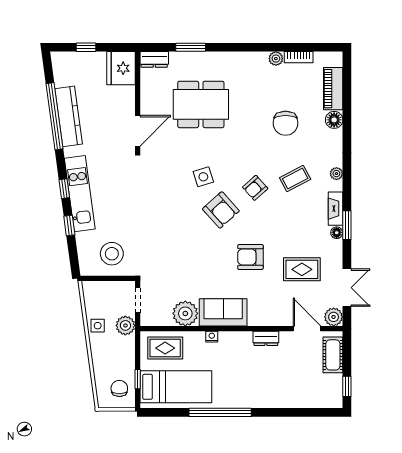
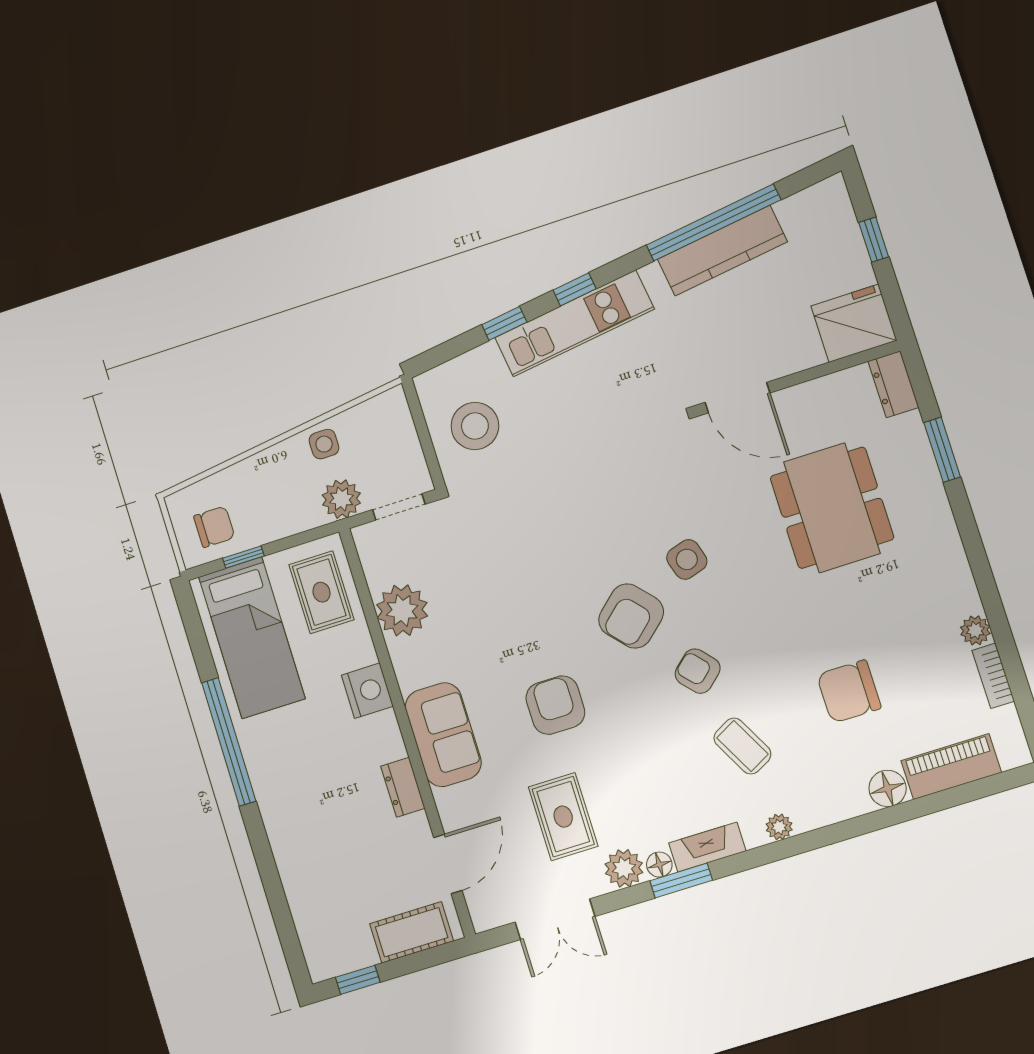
sofa: (223, 312) -> (443, 735), moved
plant: (334, 317) -> (624, 868), moved
nightstand: (212, 337) -> (367, 691), width x1.89, depth x1.79

